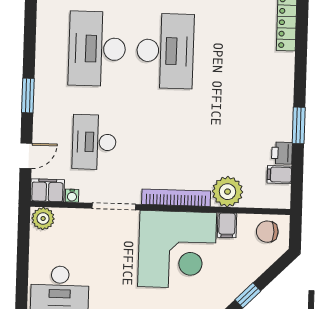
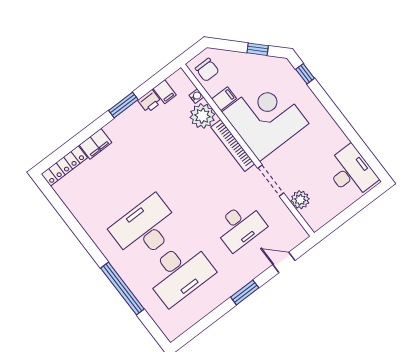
filing cabinet: (47, 190) -> (95, 144), moved, turned -90
water cooler: (72, 196) -> (196, 96), moved
plant: (43, 219) -> (300, 200), moved

